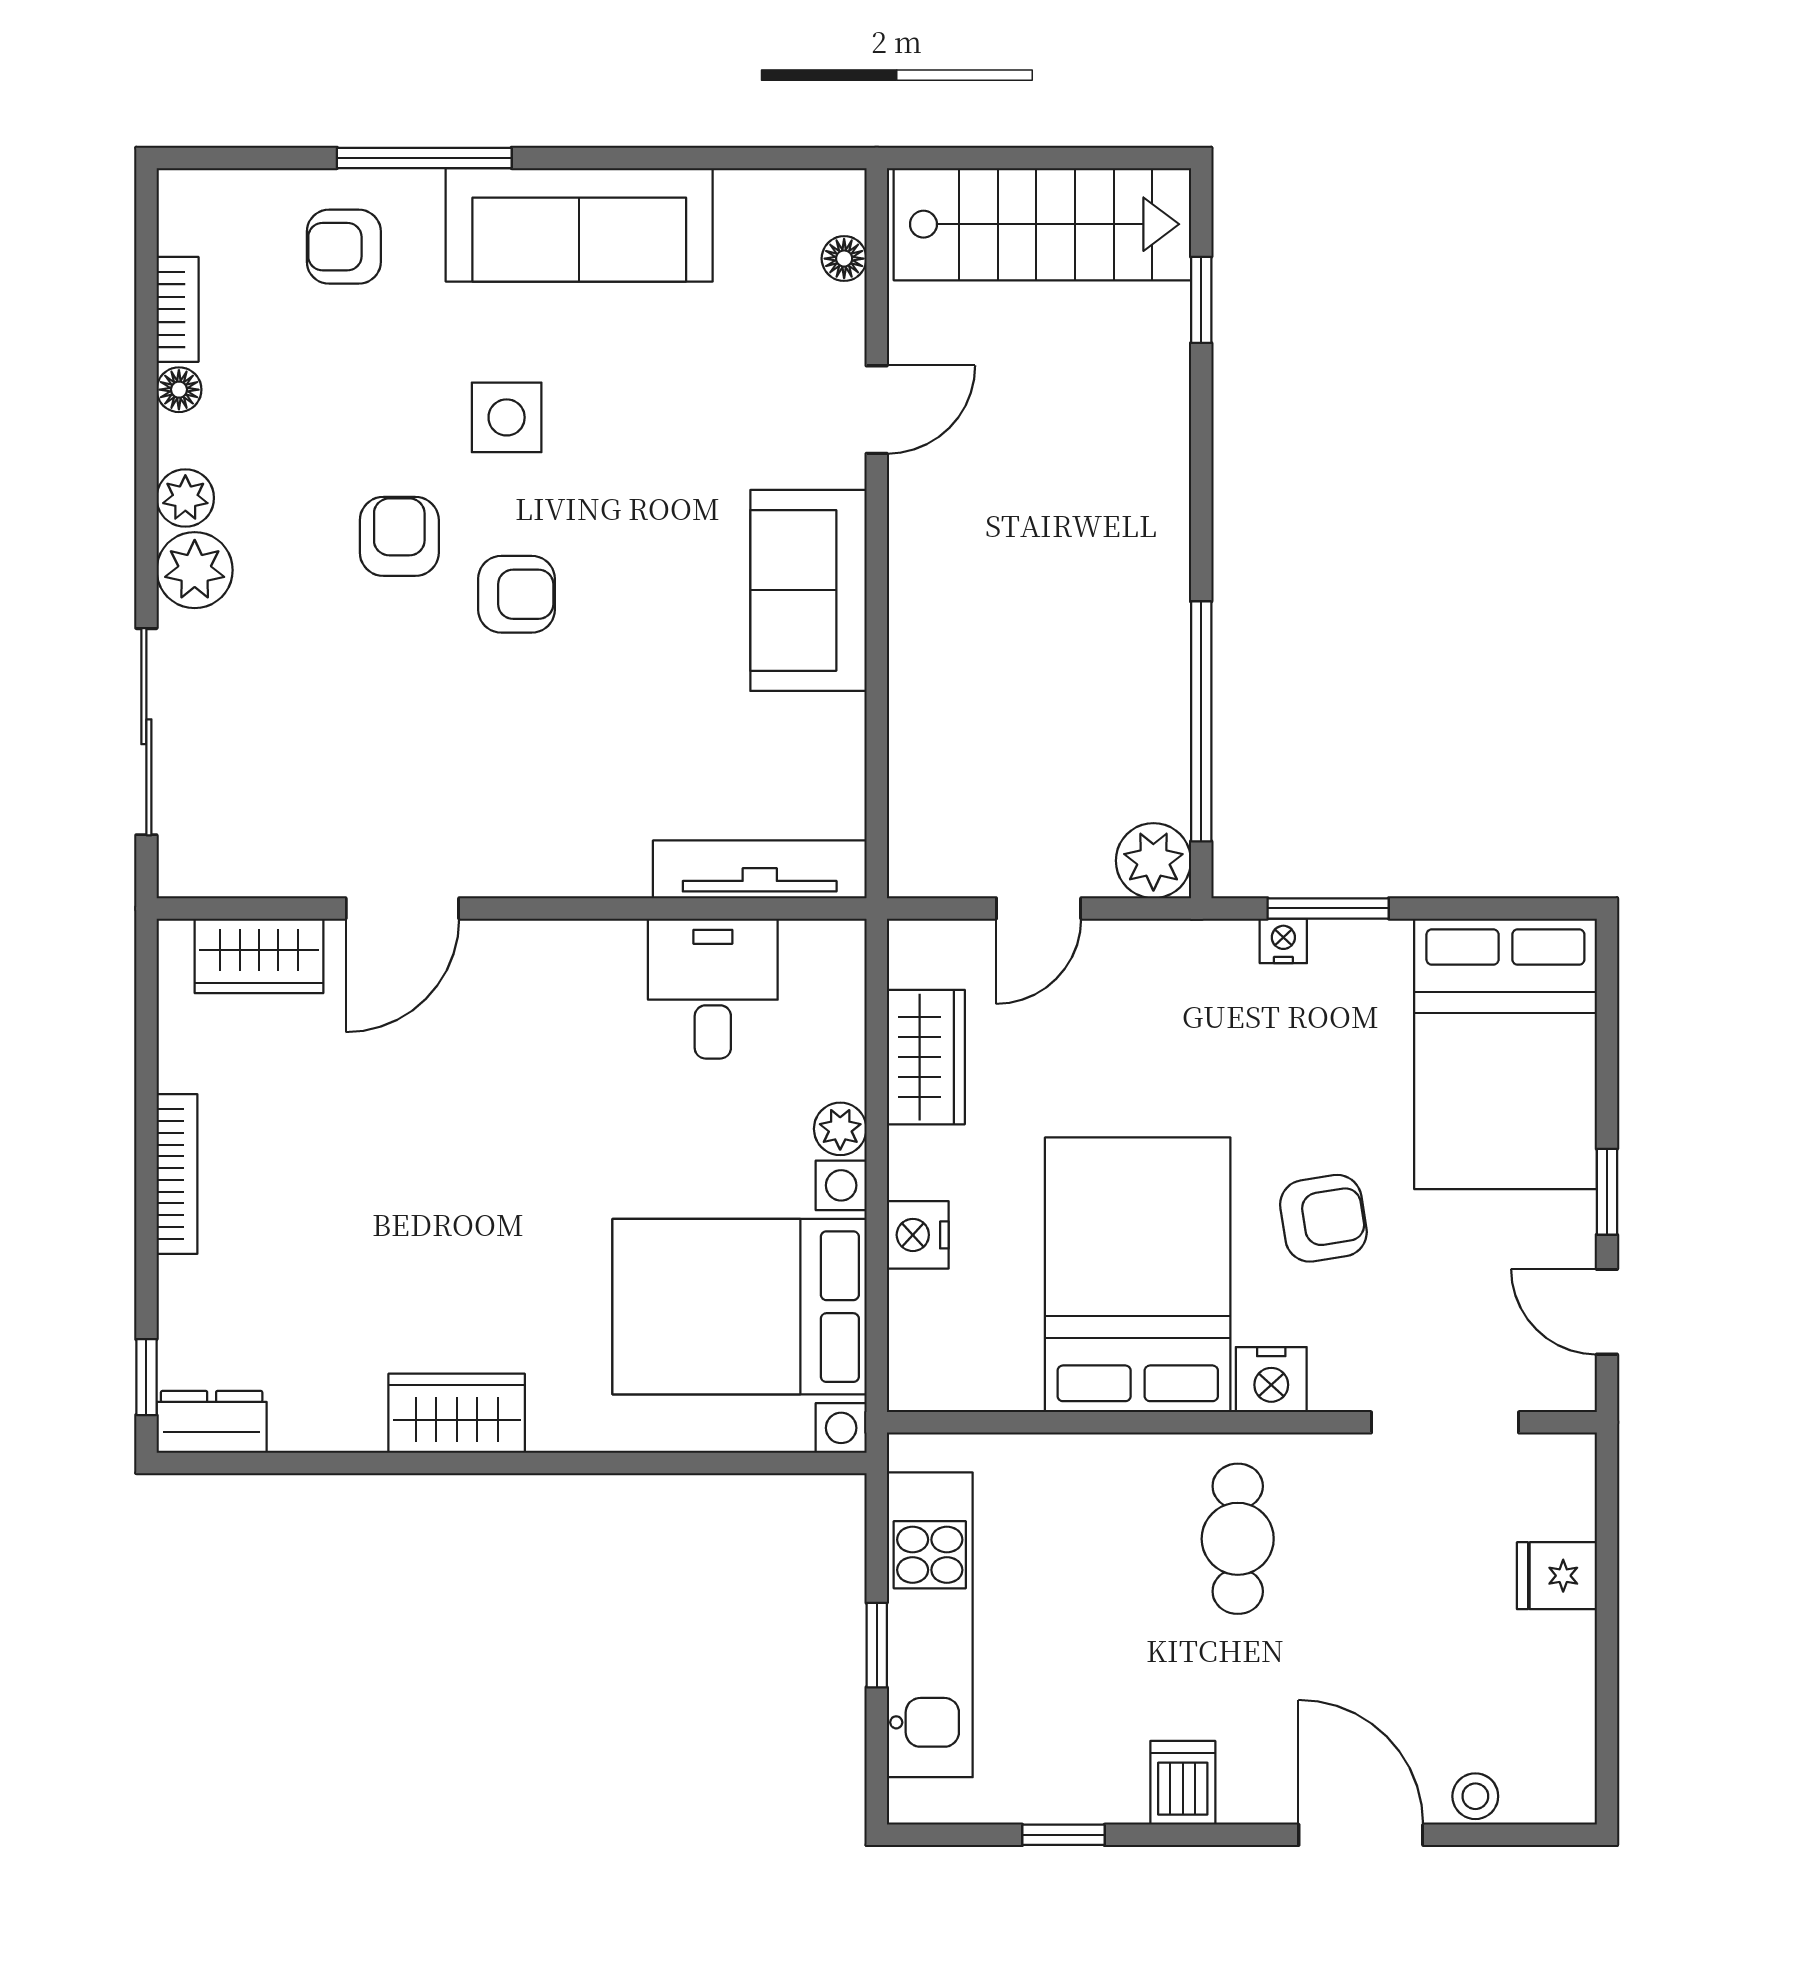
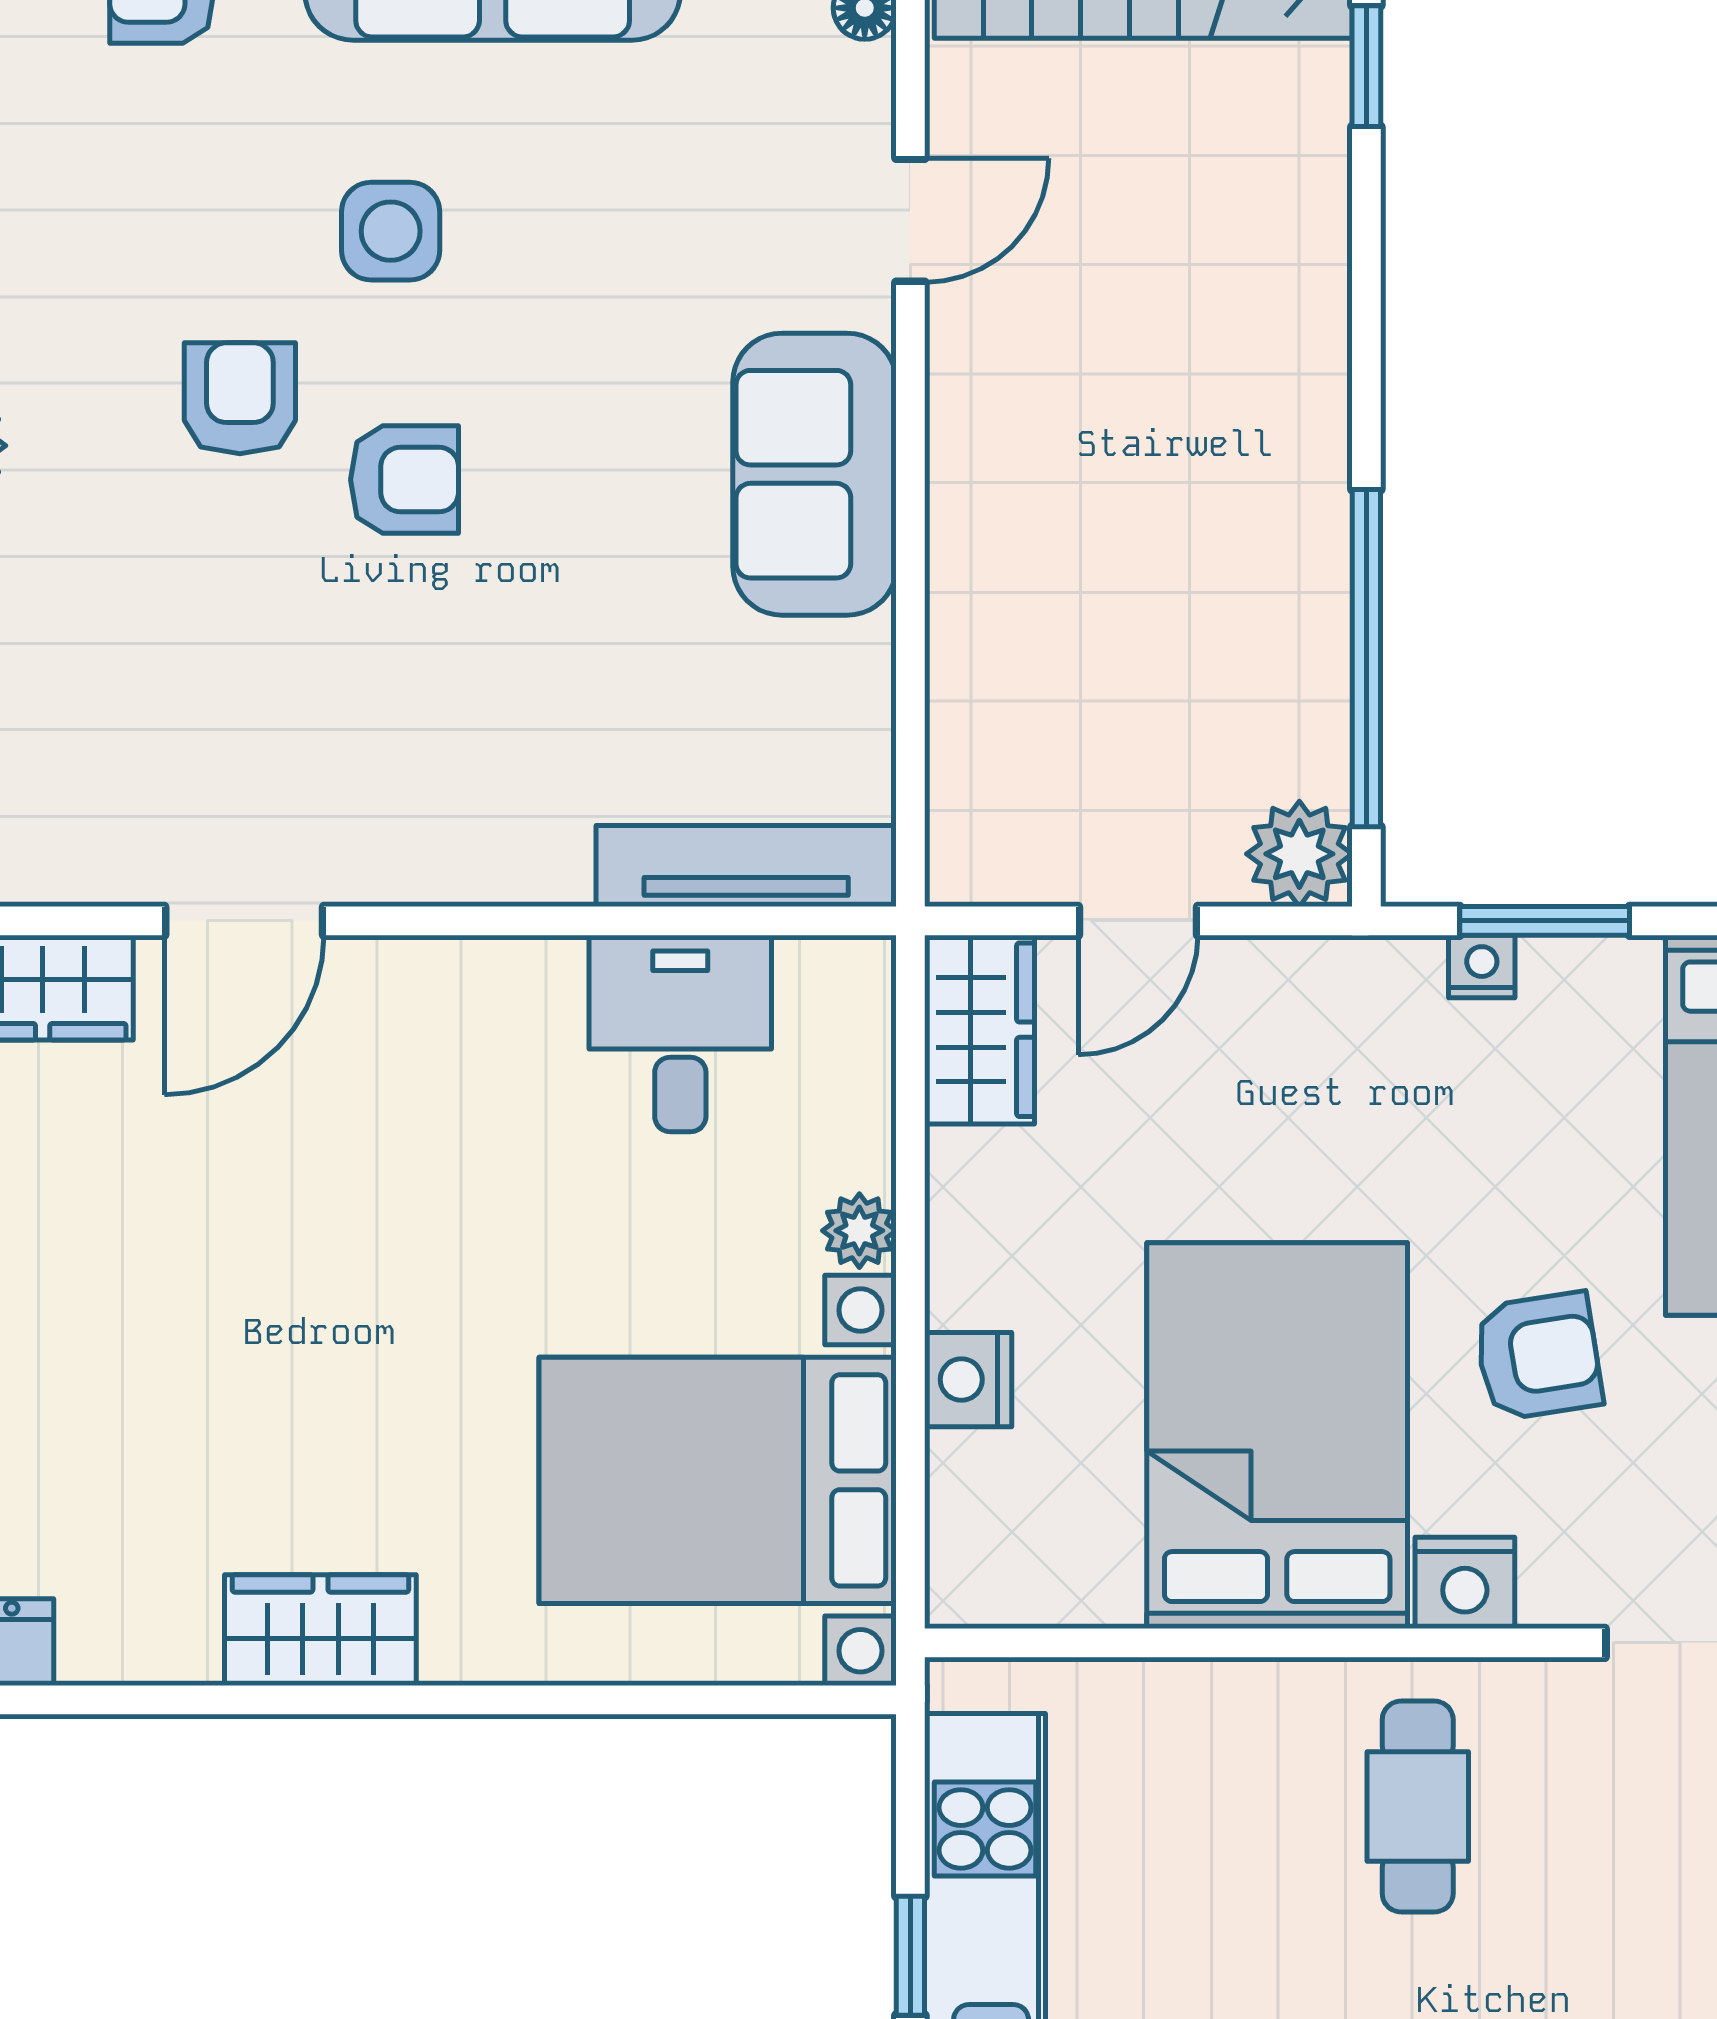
wardrobe: (926, 1057) -> (979, 1030), moved

